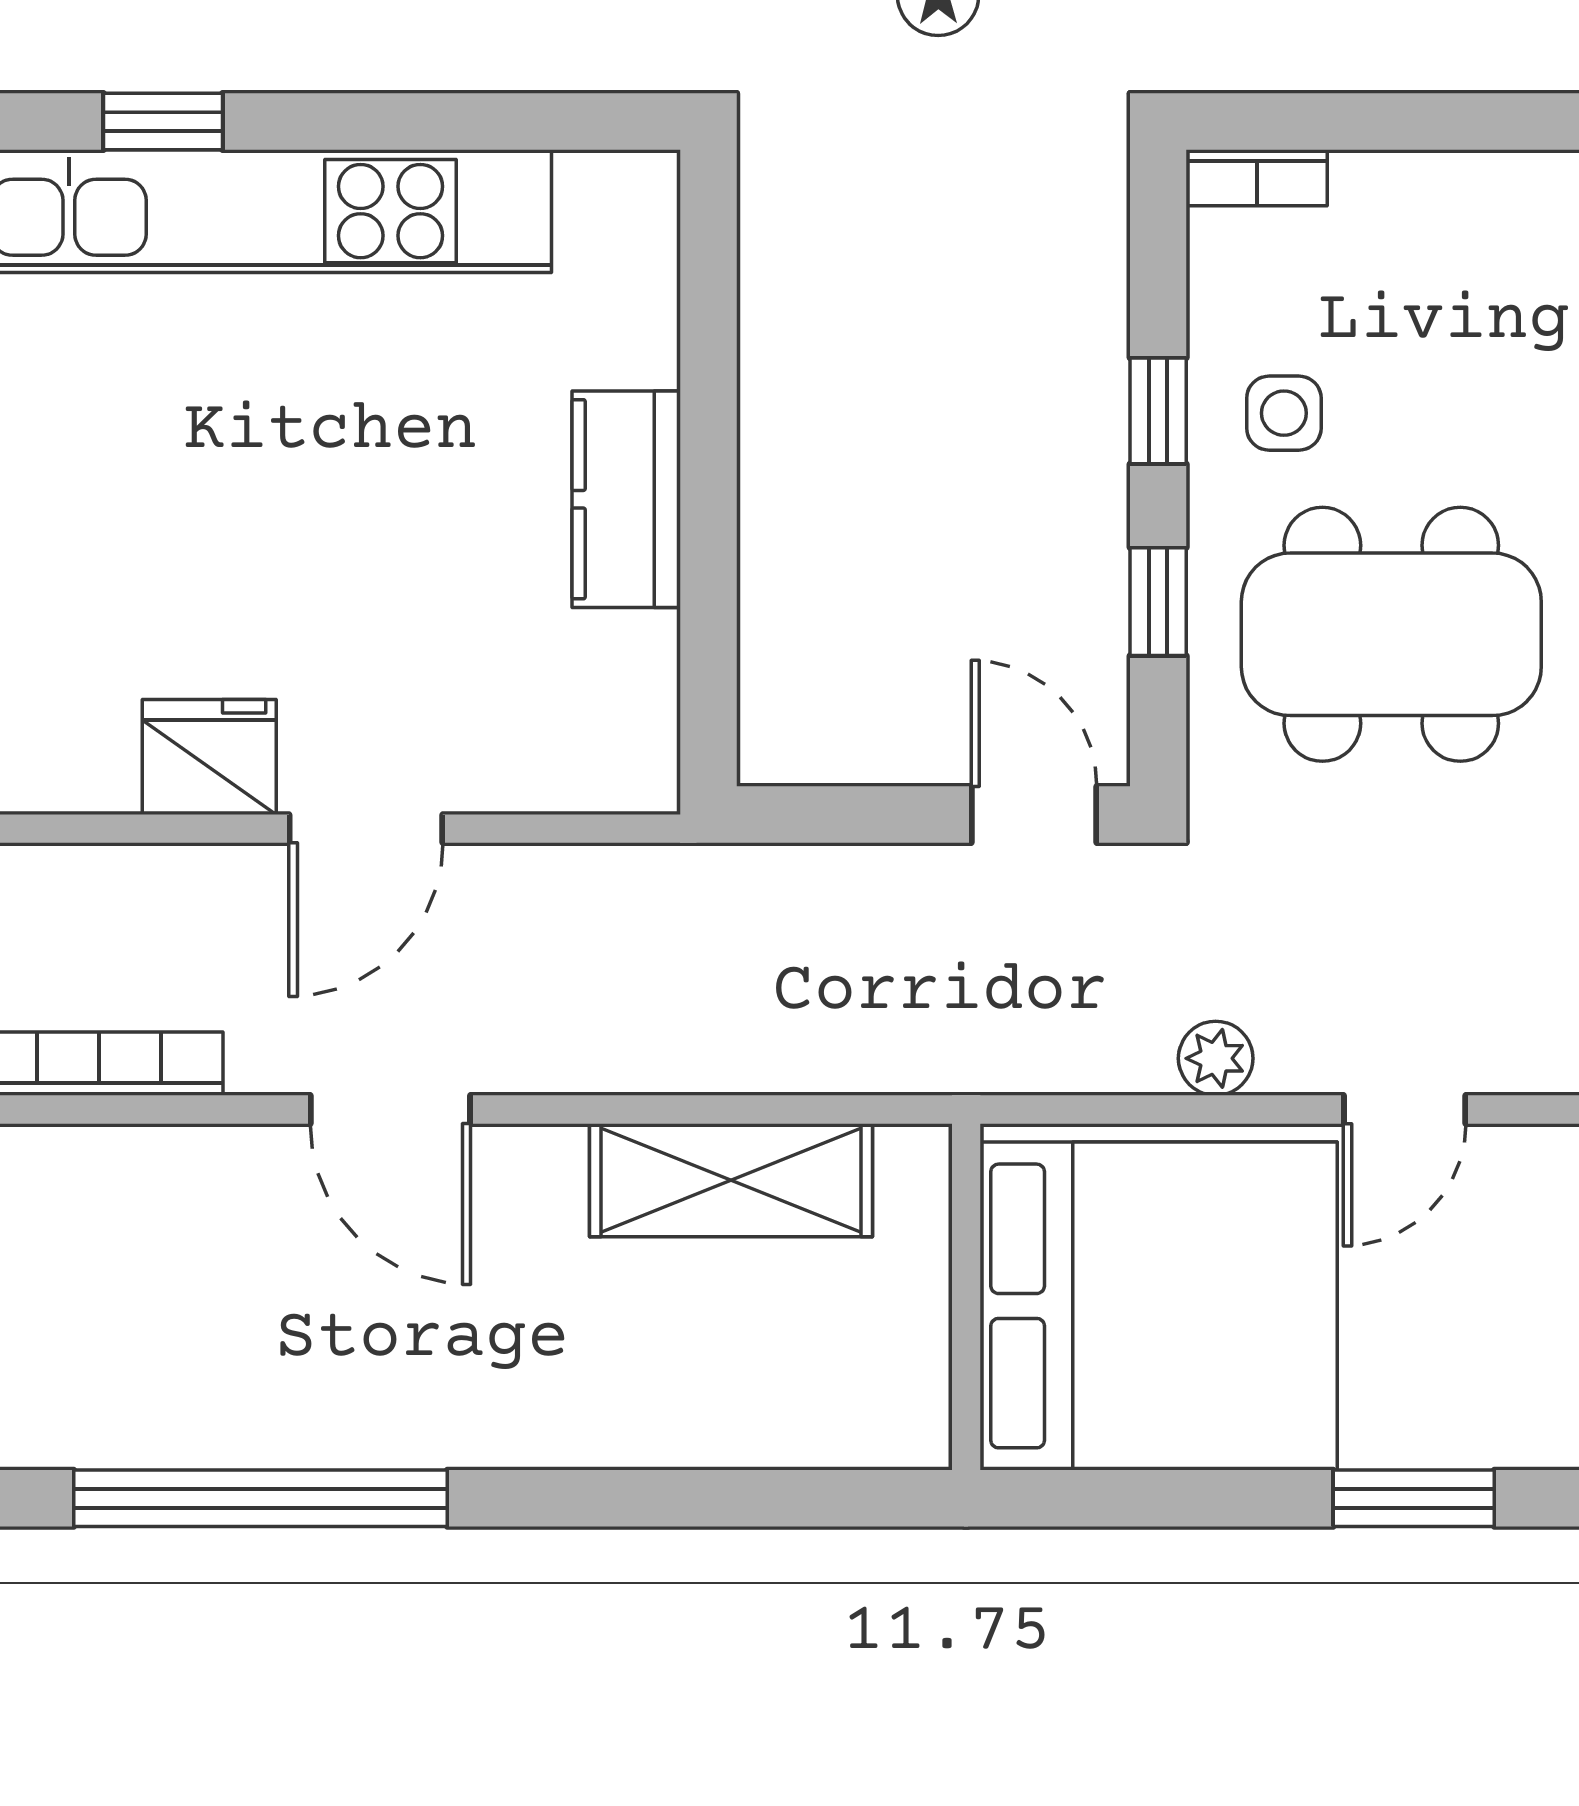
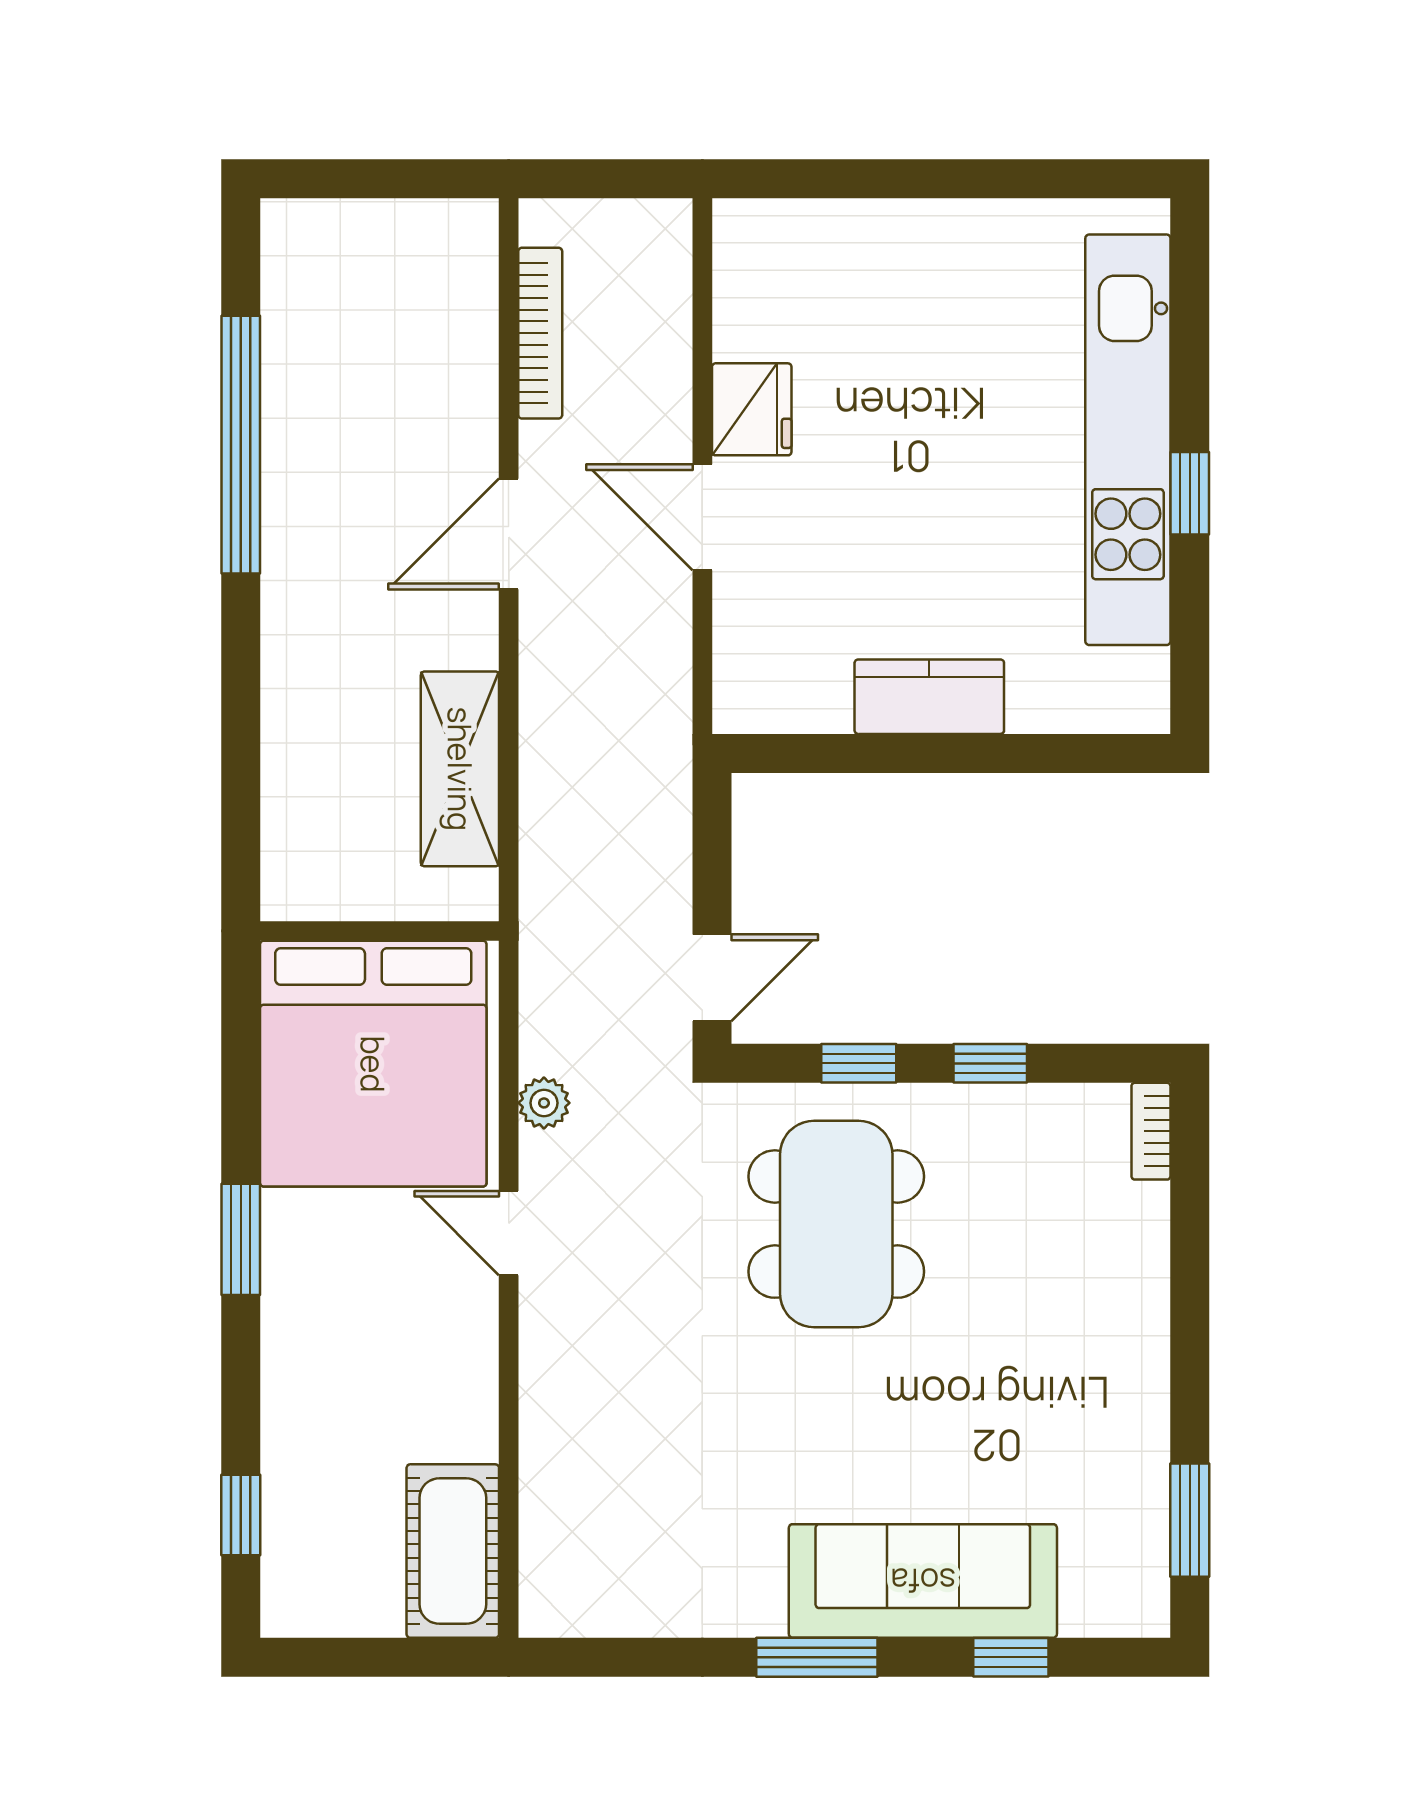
window: (163, 121) -> (1190, 493), moved
side table: (1284, 413) -> (989, 1150), removed

